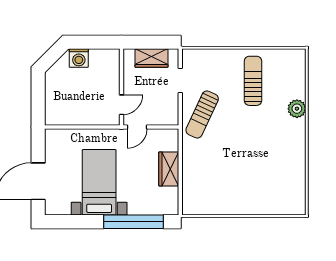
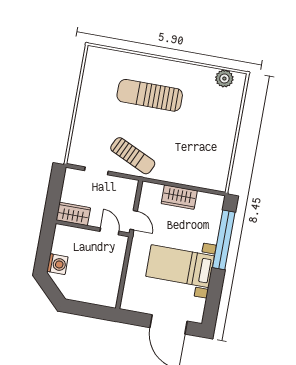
wardrobe: (151, 58) -> (73, 214), moved, turned -90
sun lounger: (253, 81) -> (150, 95), moved, width x1.36, depth x1.34
plant: (297, 109) -> (224, 79), moved

